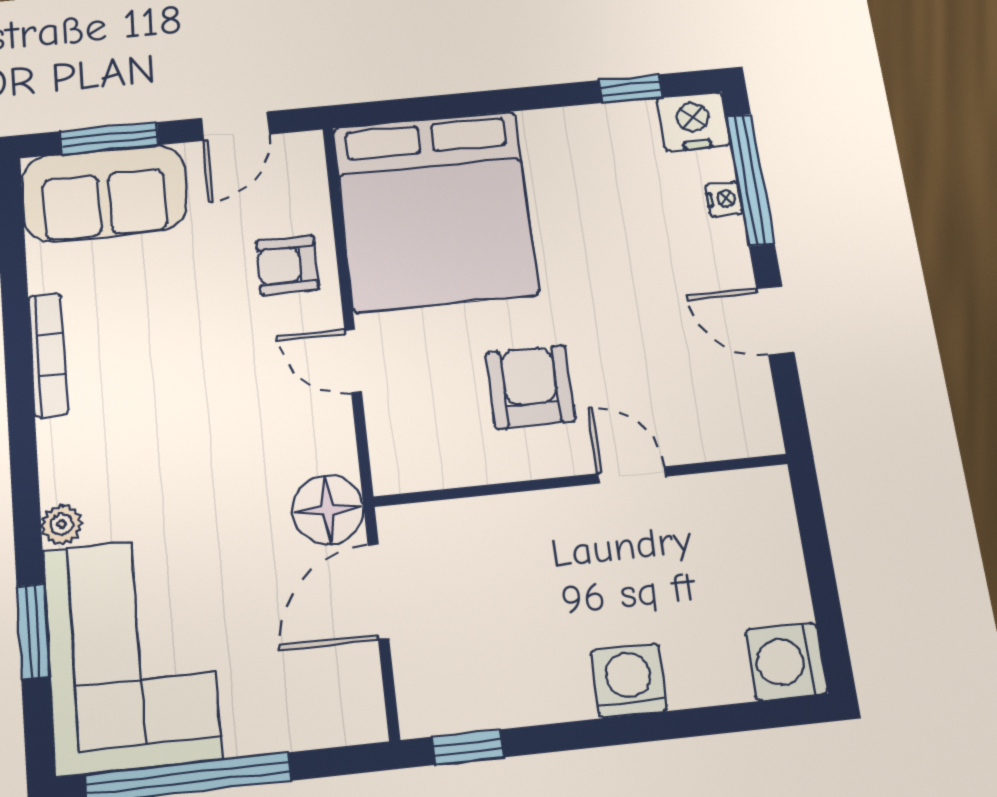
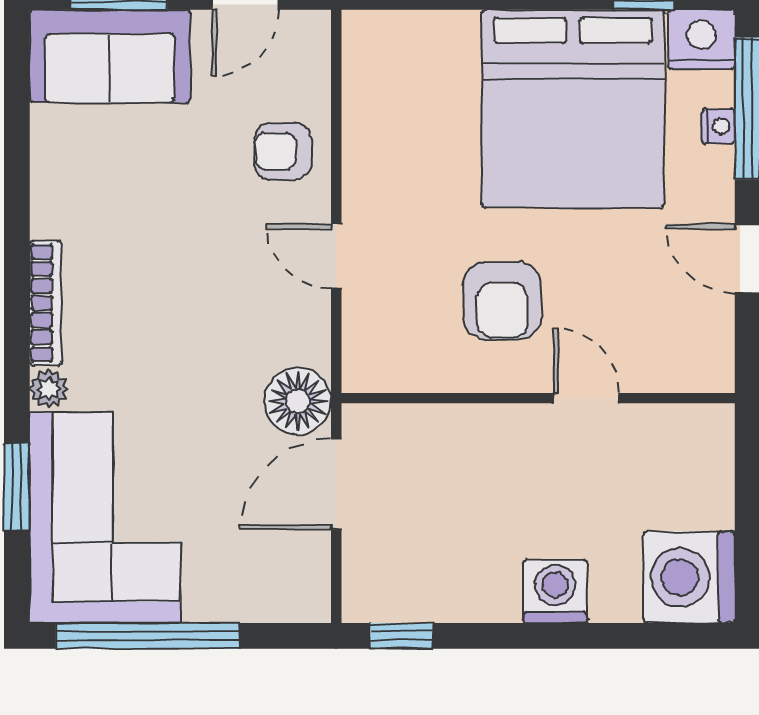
bed: (435, 210) -> (573, 109), moved
bookcase: (48, 355) -> (46, 303), moved
armchair: (530, 387) -> (502, 301), turned 180
washing machine: (786, 661) -> (689, 577), width x1.37, depth x1.37

